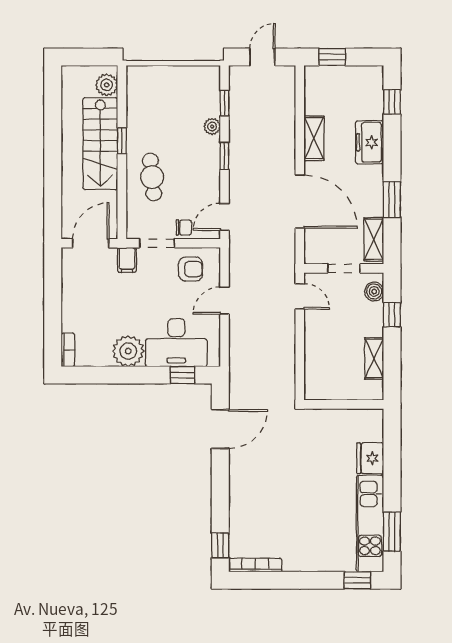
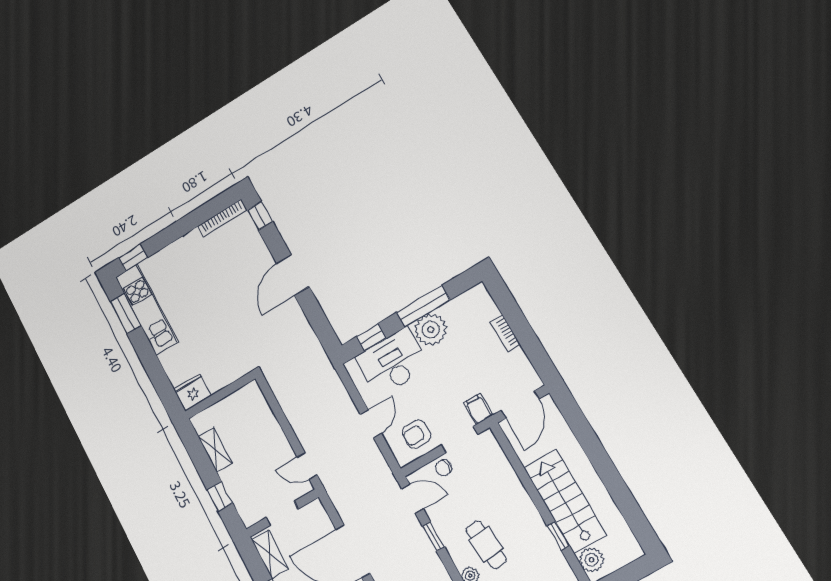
window: (122, 141) -> (558, 536), moved
window: (224, 156) -> (433, 536), moved
cafe table: (152, 177) -> (486, 545), moved
door: (224, 217) -> (412, 499), hinge flipped
boiler: (374, 291) -> (245, 508), removed
bookcase: (68, 350) -> (505, 333), moved
window: (123, 375) -> (423, 306), added
door: (220, 429) -> (293, 275), moved
fridge: (370, 458) -> (192, 392), moved, turned -90

